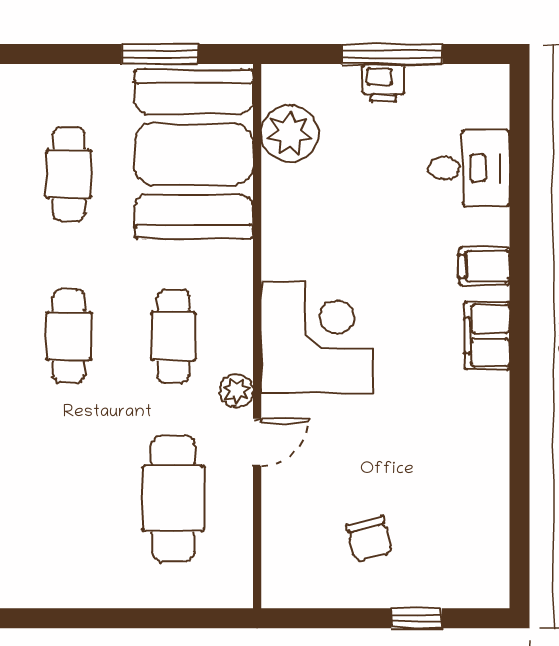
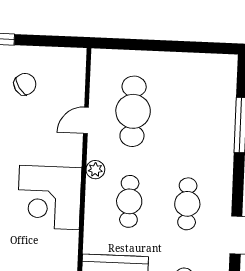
door: (257, 442) -> (86, 120), moved
chair: (369, 539) -> (25, 84), turned 70

